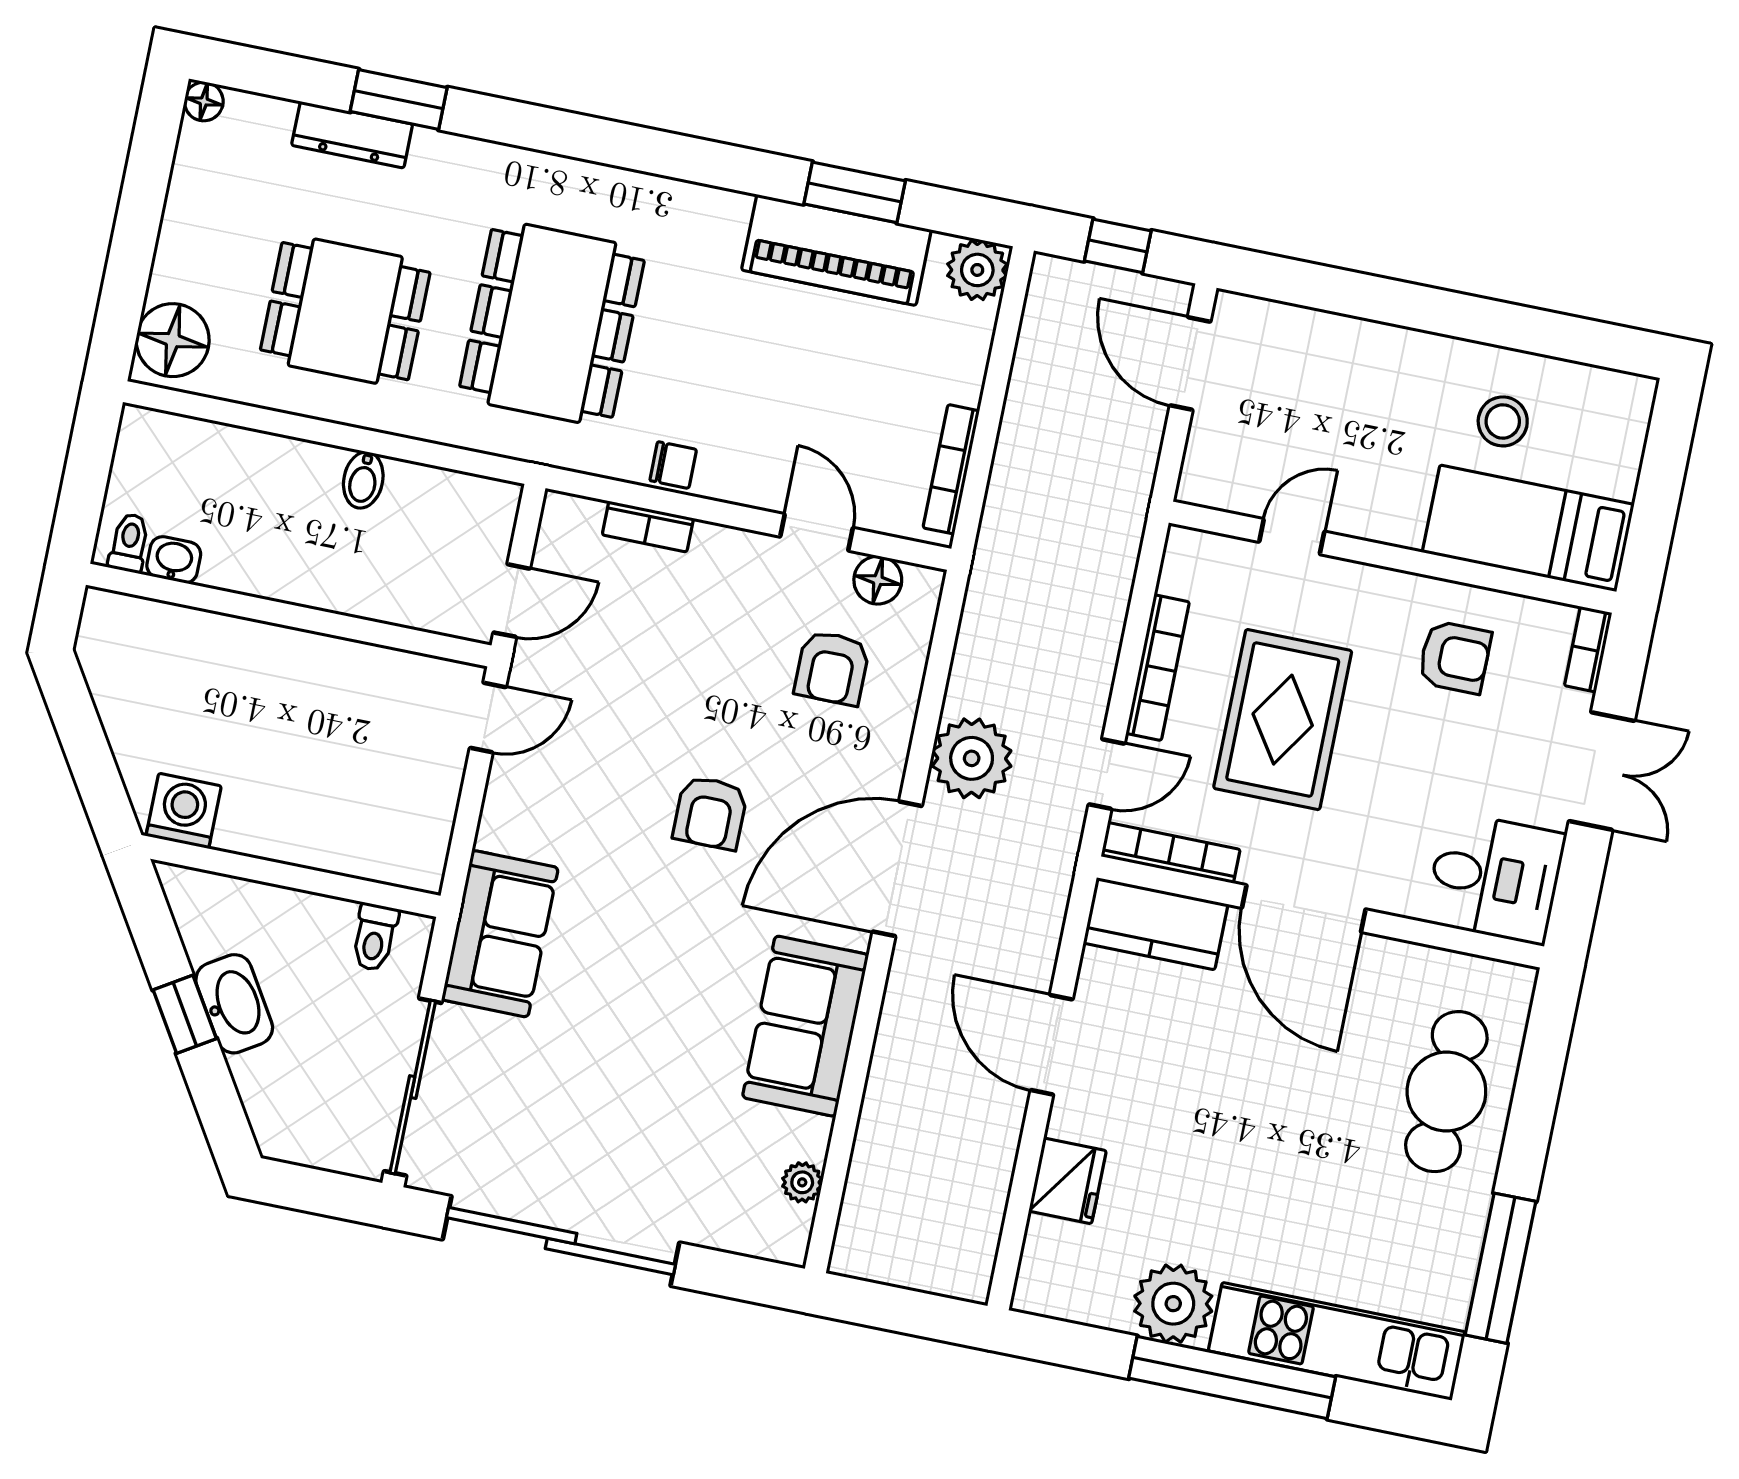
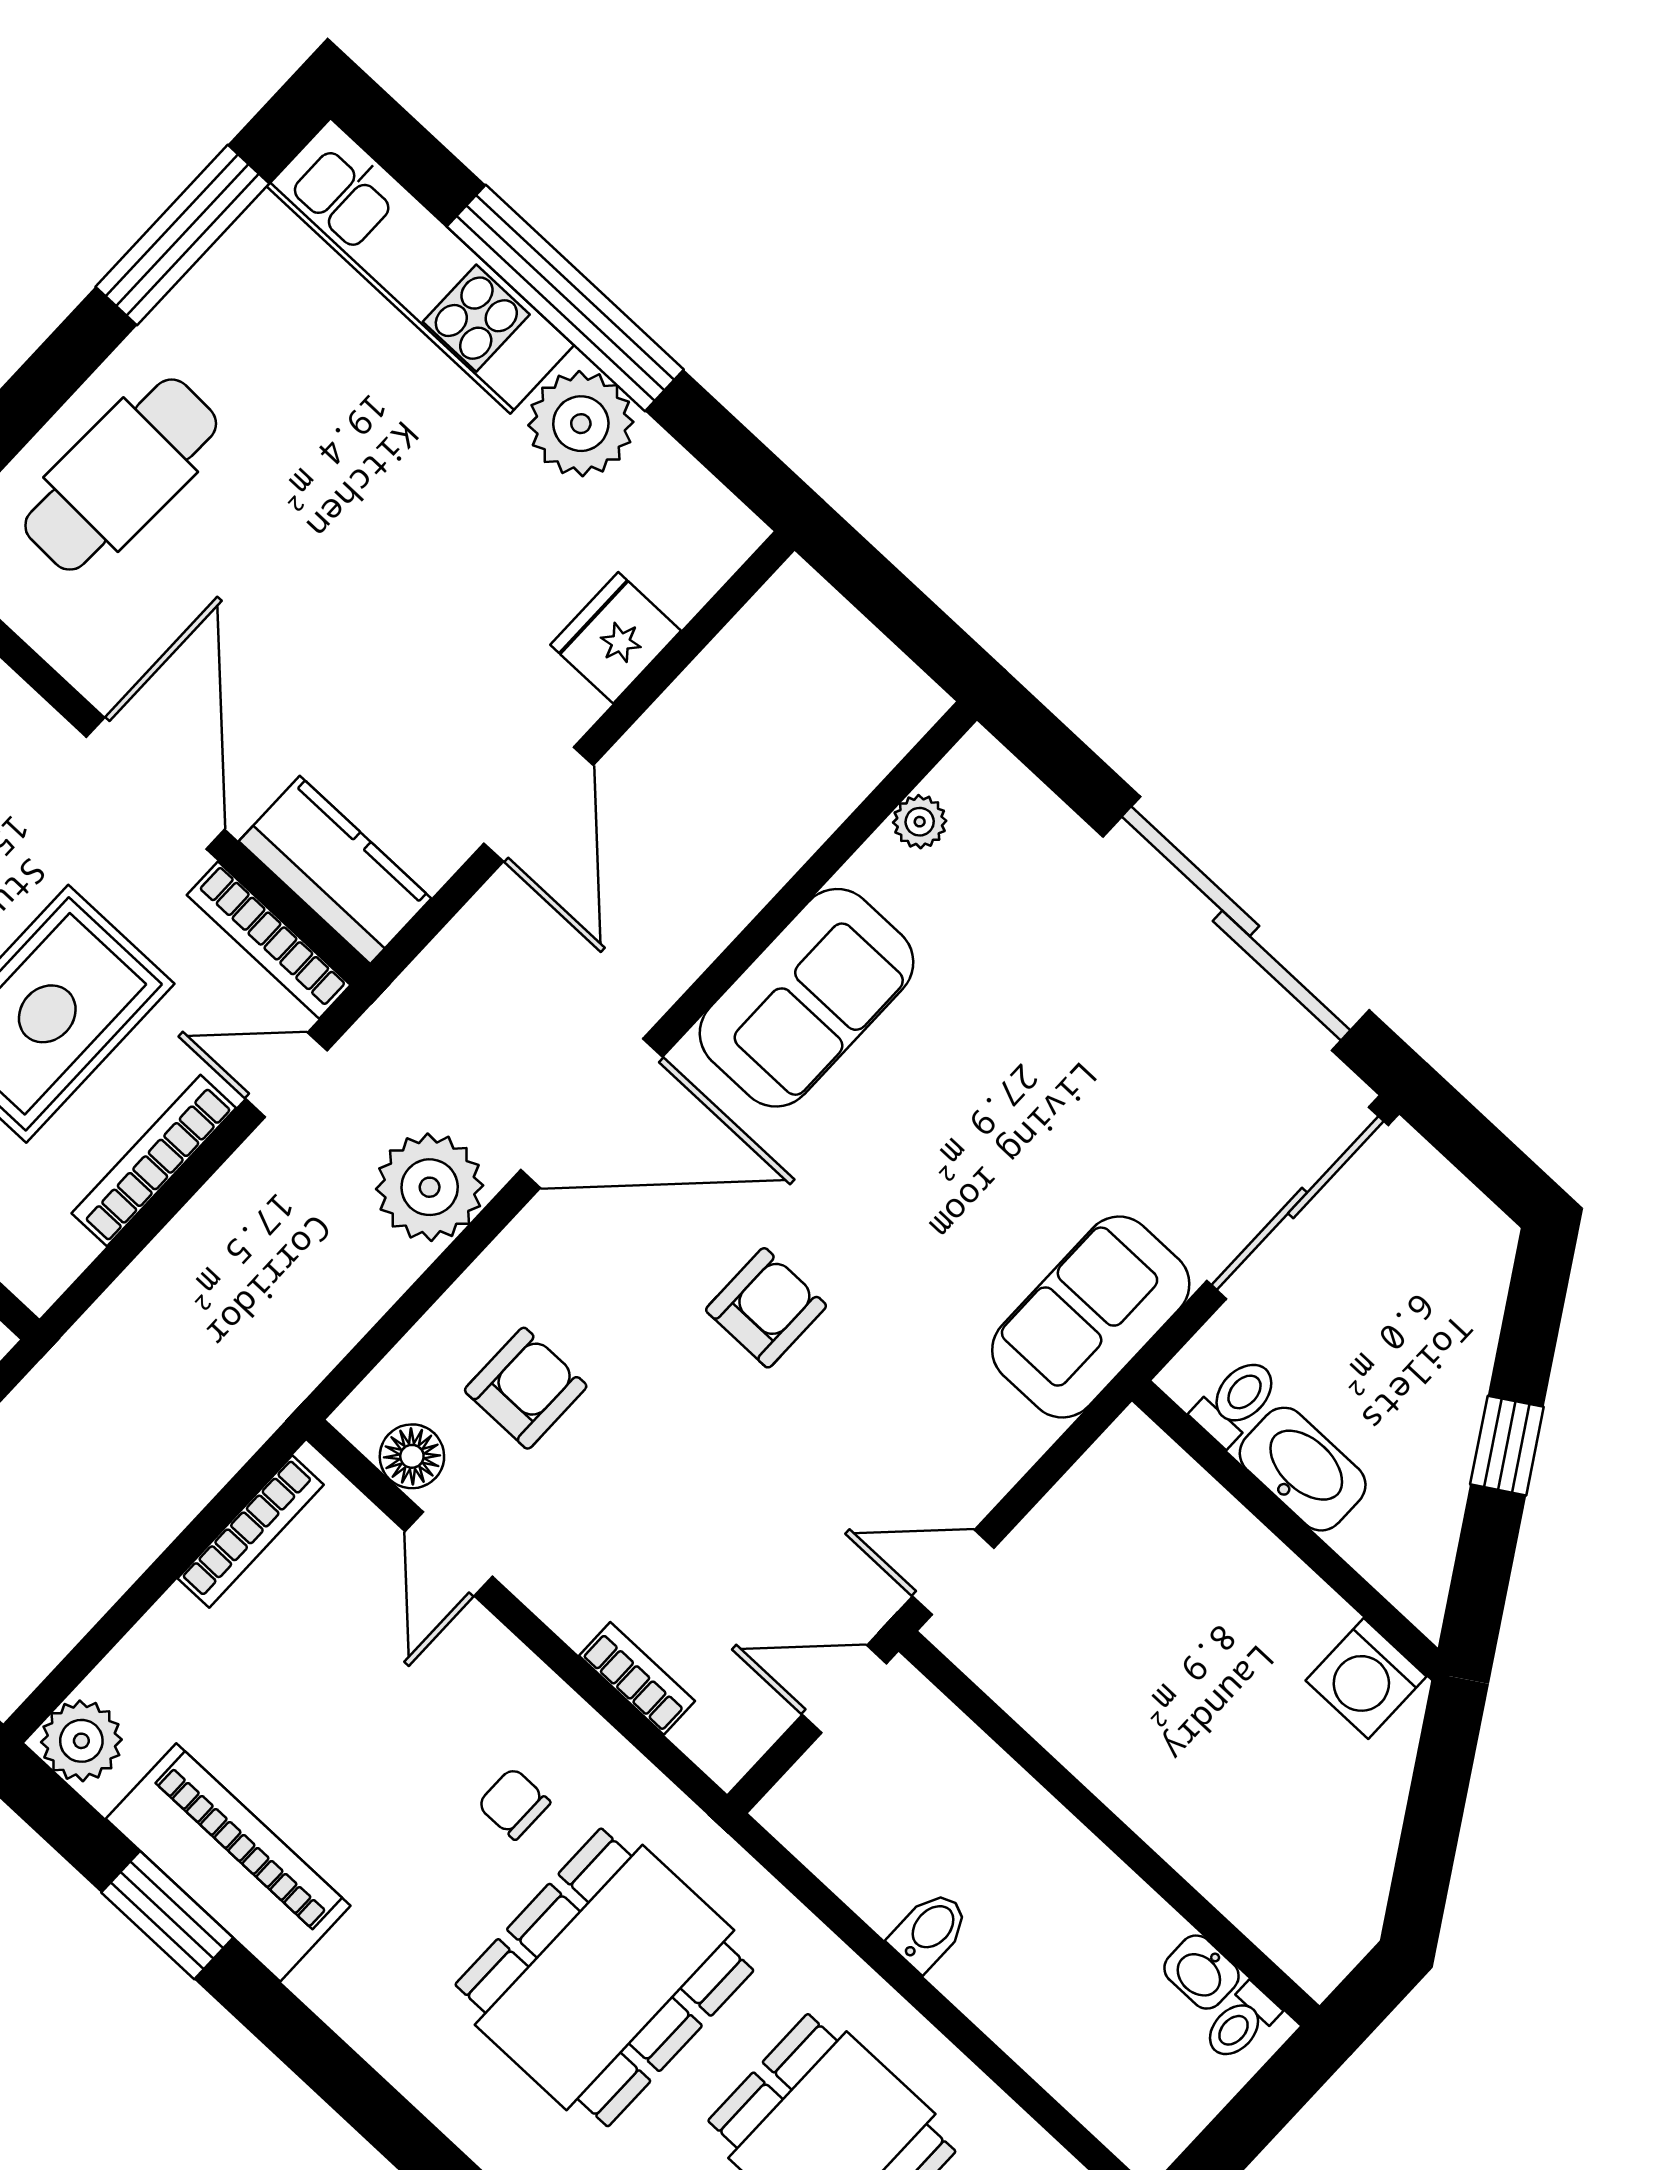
chair: (673, 465) -> (514, 1804), moved
washbasin: (234, 1004) -> (1303, 1469), moved, turned 122

